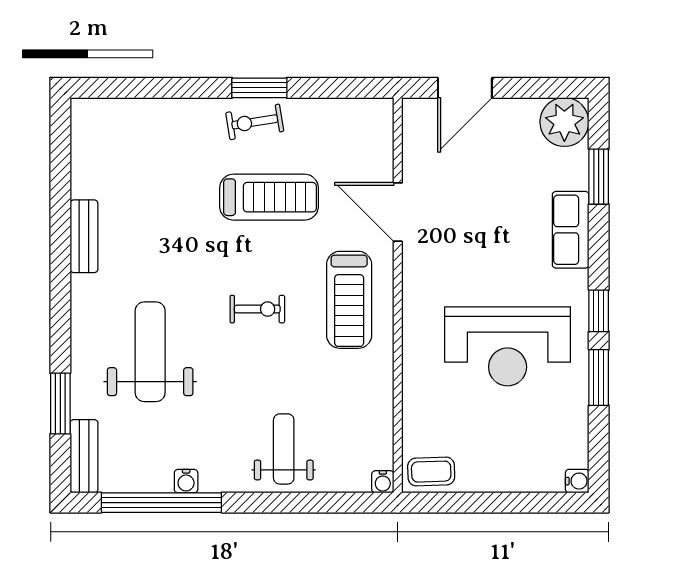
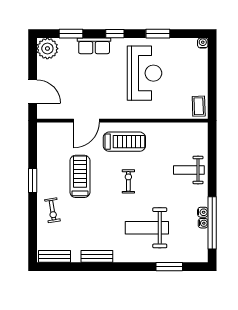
exercise bike: (255, 122) -> (52, 210), moved
window: (599, 311) -> (115, 34), moved
bench: (84, 456) -> (55, 256), moved
water cooler: (383, 482) -> (203, 223), moved

